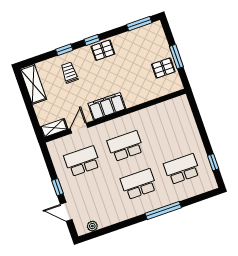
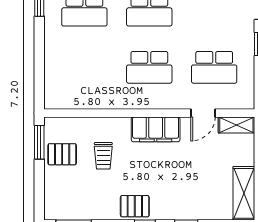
window: (176, 57) -> (39, 142), moved
trolley: (69, 73) -> (103, 156), moved

